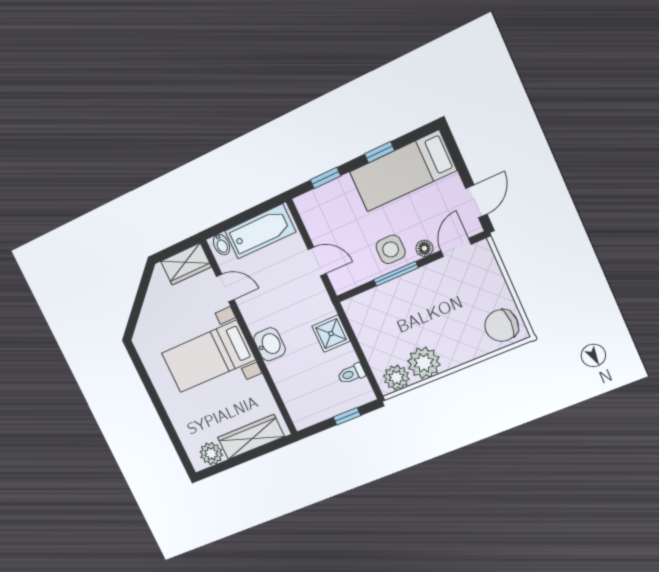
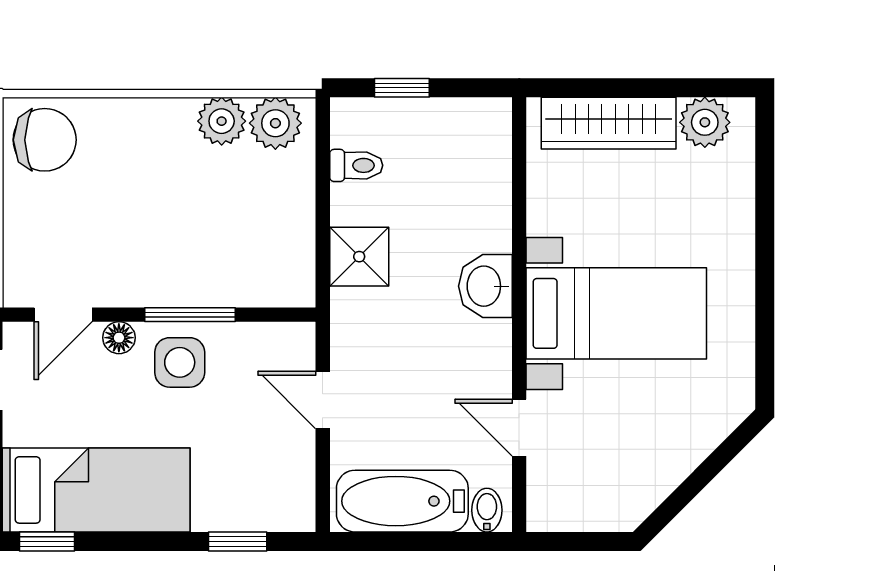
window: (379, 152) -> (47, 542), moved
wardrobe: (186, 264) -> (573, 505), removed
plant: (424, 363) -> (222, 121), width x0.73, depth x0.73

